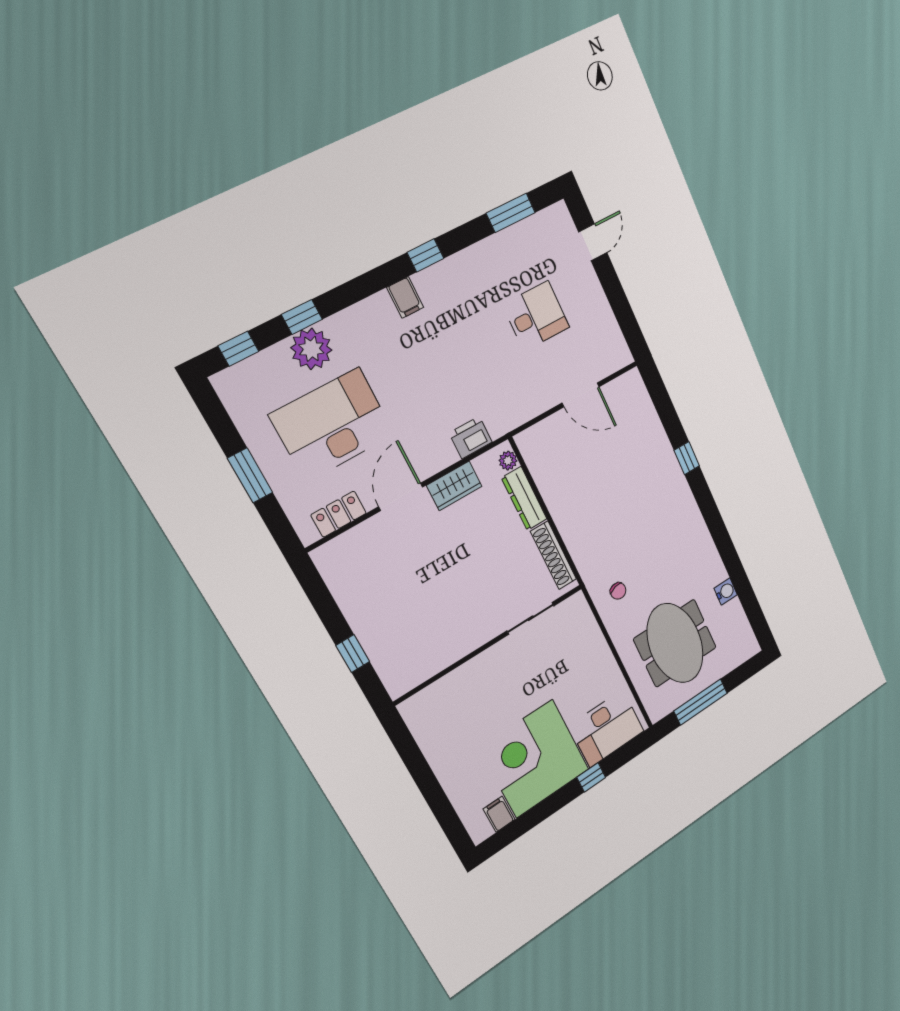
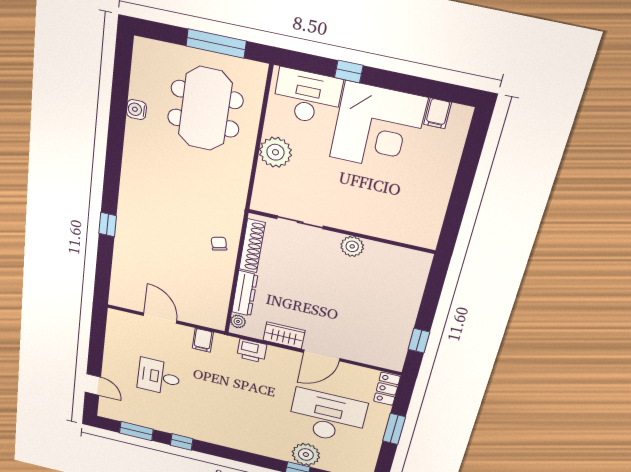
door: (593, 242) -> (93, 385), swing flipped
window: (425, 255) -> (182, 442), moved
filing cabinet: (405, 297) -> (203, 340), moved, turned 180
desk: (333, 425) -> (327, 416), turned 180
locker: (339, 514) -> (387, 389), moved, turned 90
chair: (618, 591) -> (219, 244), moved
plant: (469, 639) -> (352, 246), added
window: (353, 654) -> (419, 341), moved
plant: (597, 661) -> (275, 152), added

